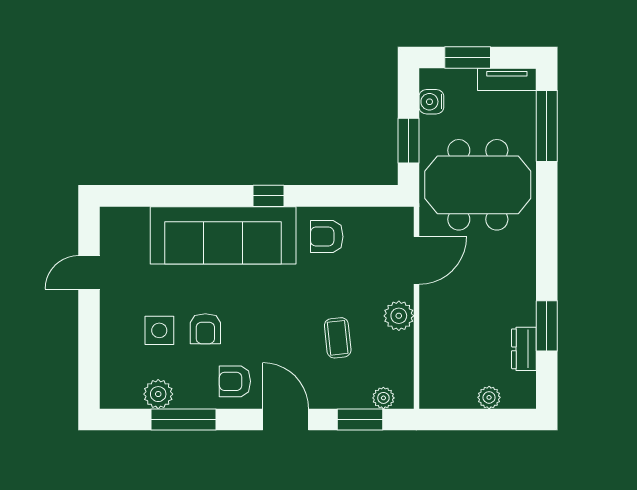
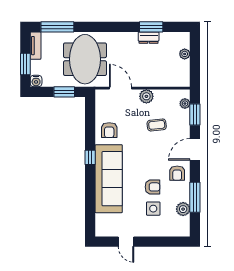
water cooler: (431, 102) -> (36, 81), moved
dresser: (524, 349) -> (149, 38), moved

